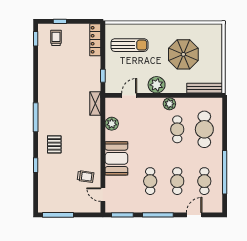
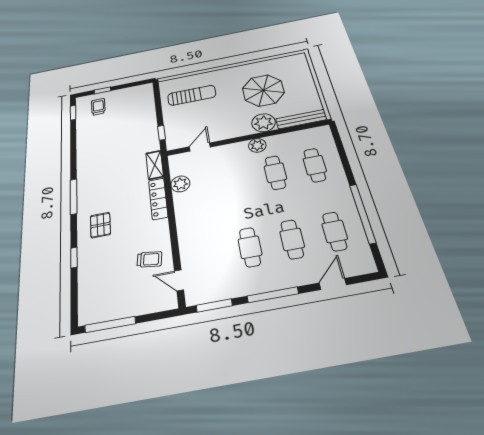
locker: (95, 40) -> (158, 199), moved
plant: (157, 85) -> (264, 123), moved
cafe table: (204, 129) -> (315, 165), width x0.73, depth x0.74
booth: (116, 158) -> (193, 226), removed

